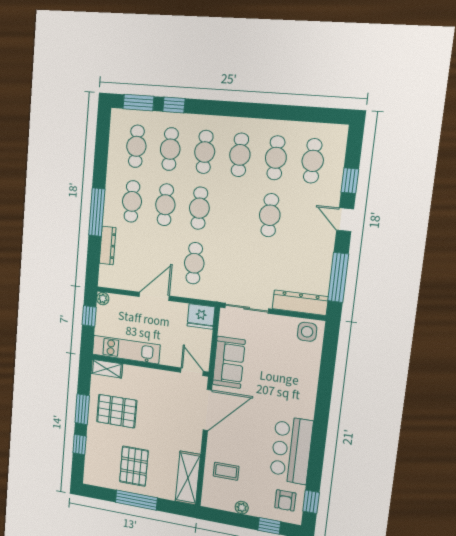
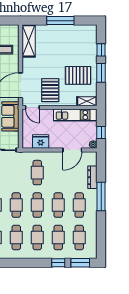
cafe table: (234, 212) -> (16, 205), added
door: (154, 296) -> (72, 150), moved
fridge: (201, 316) -> (41, 142), moved
pallet: (134, 466) -> (50, 90), moved

